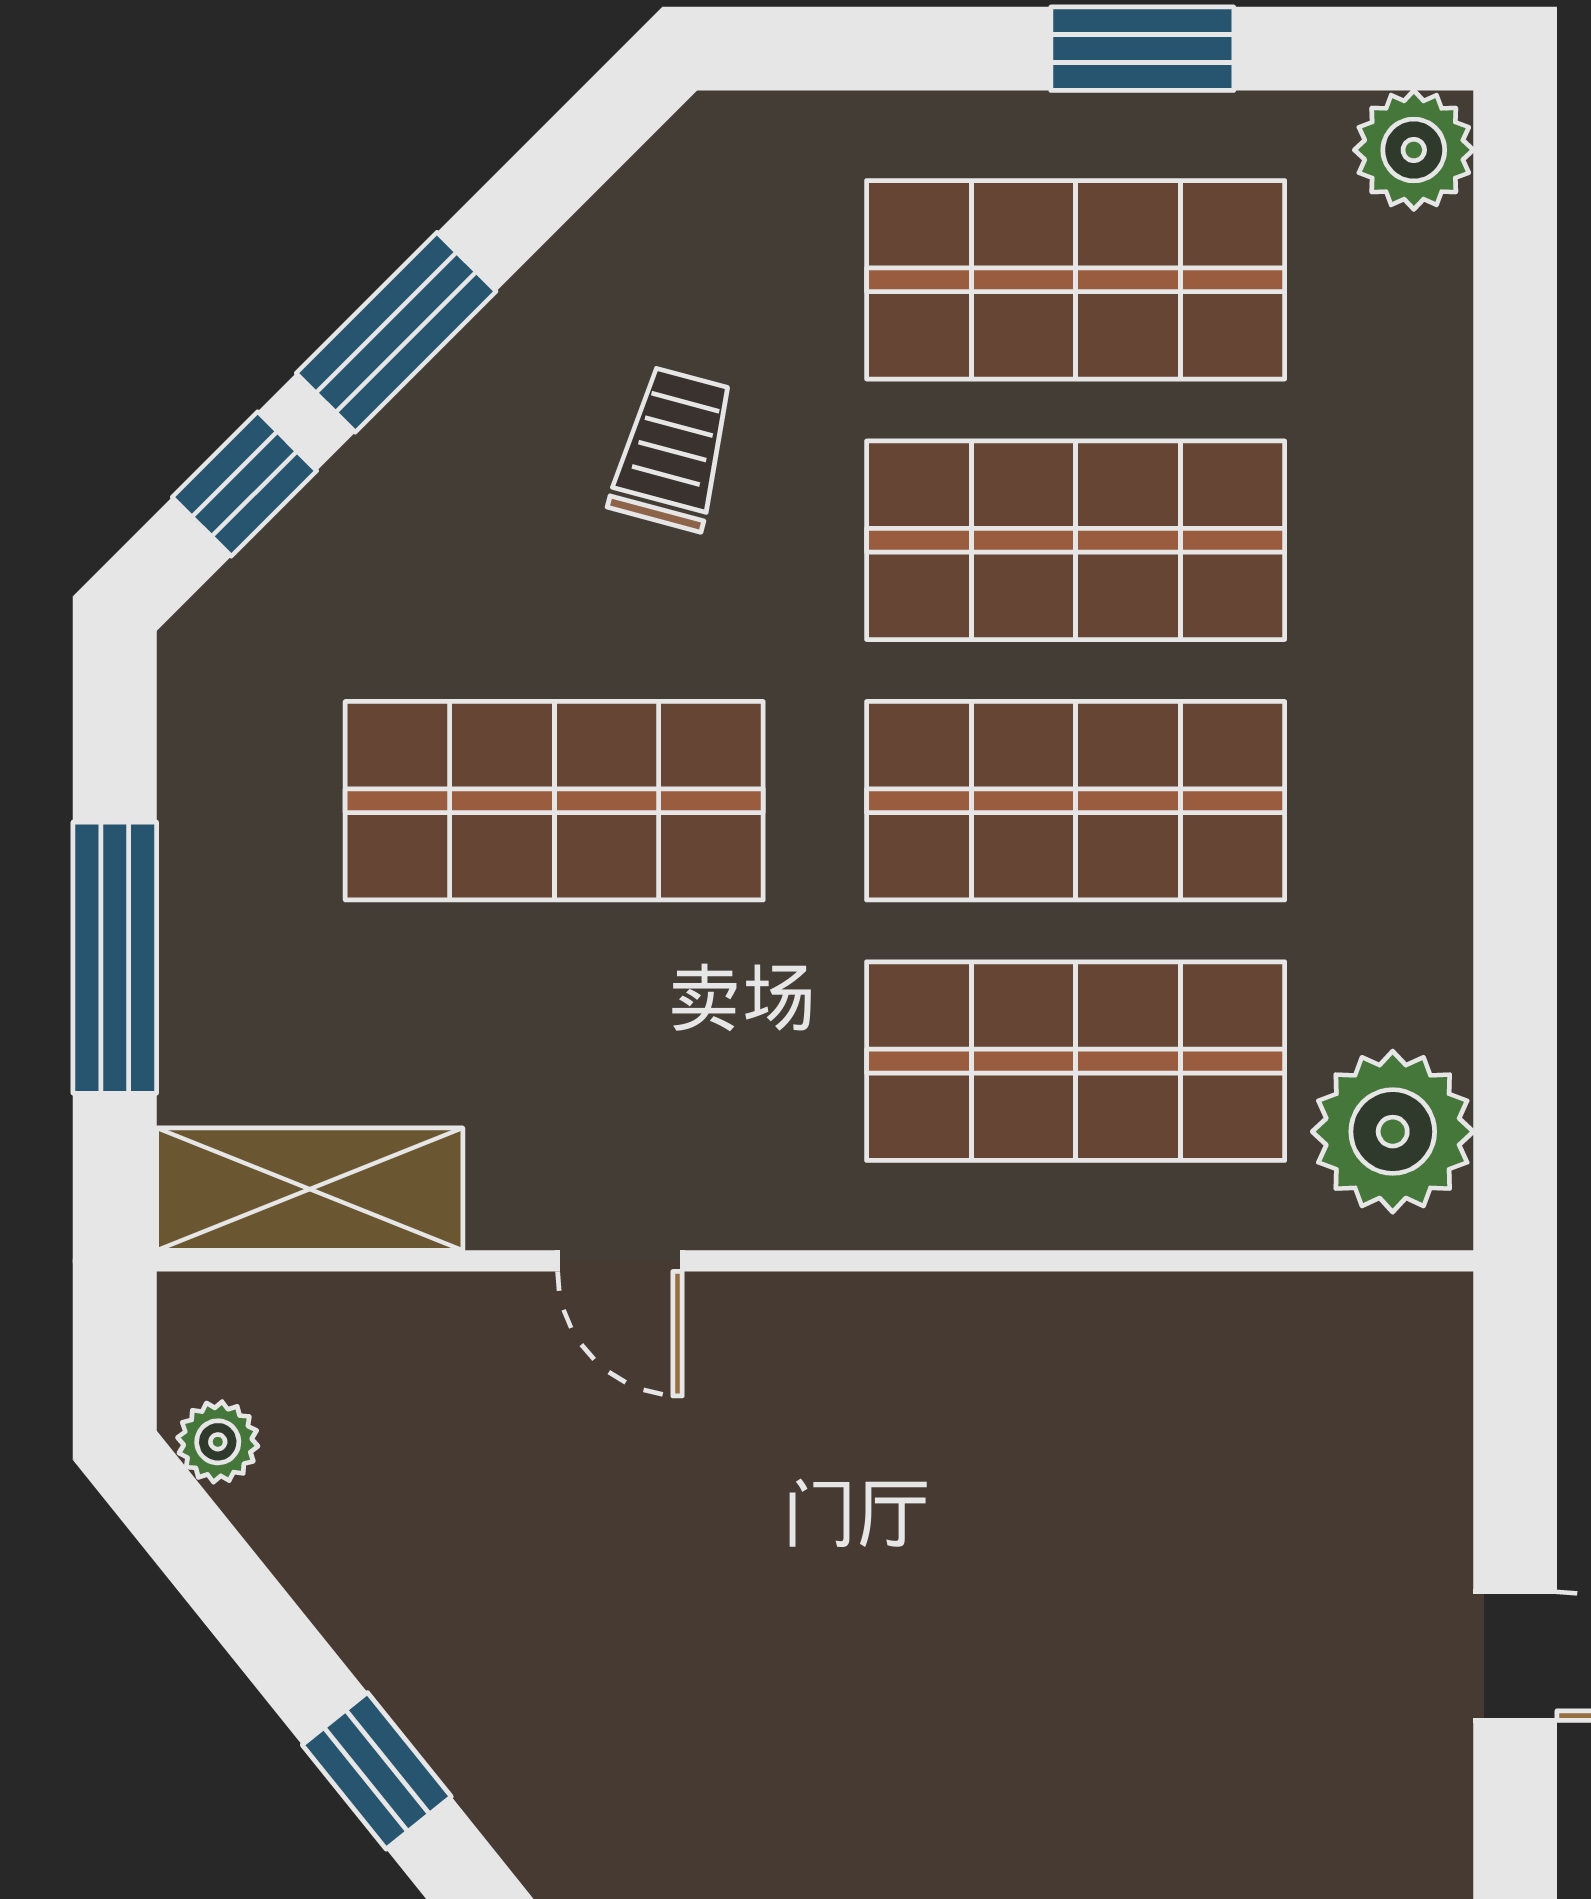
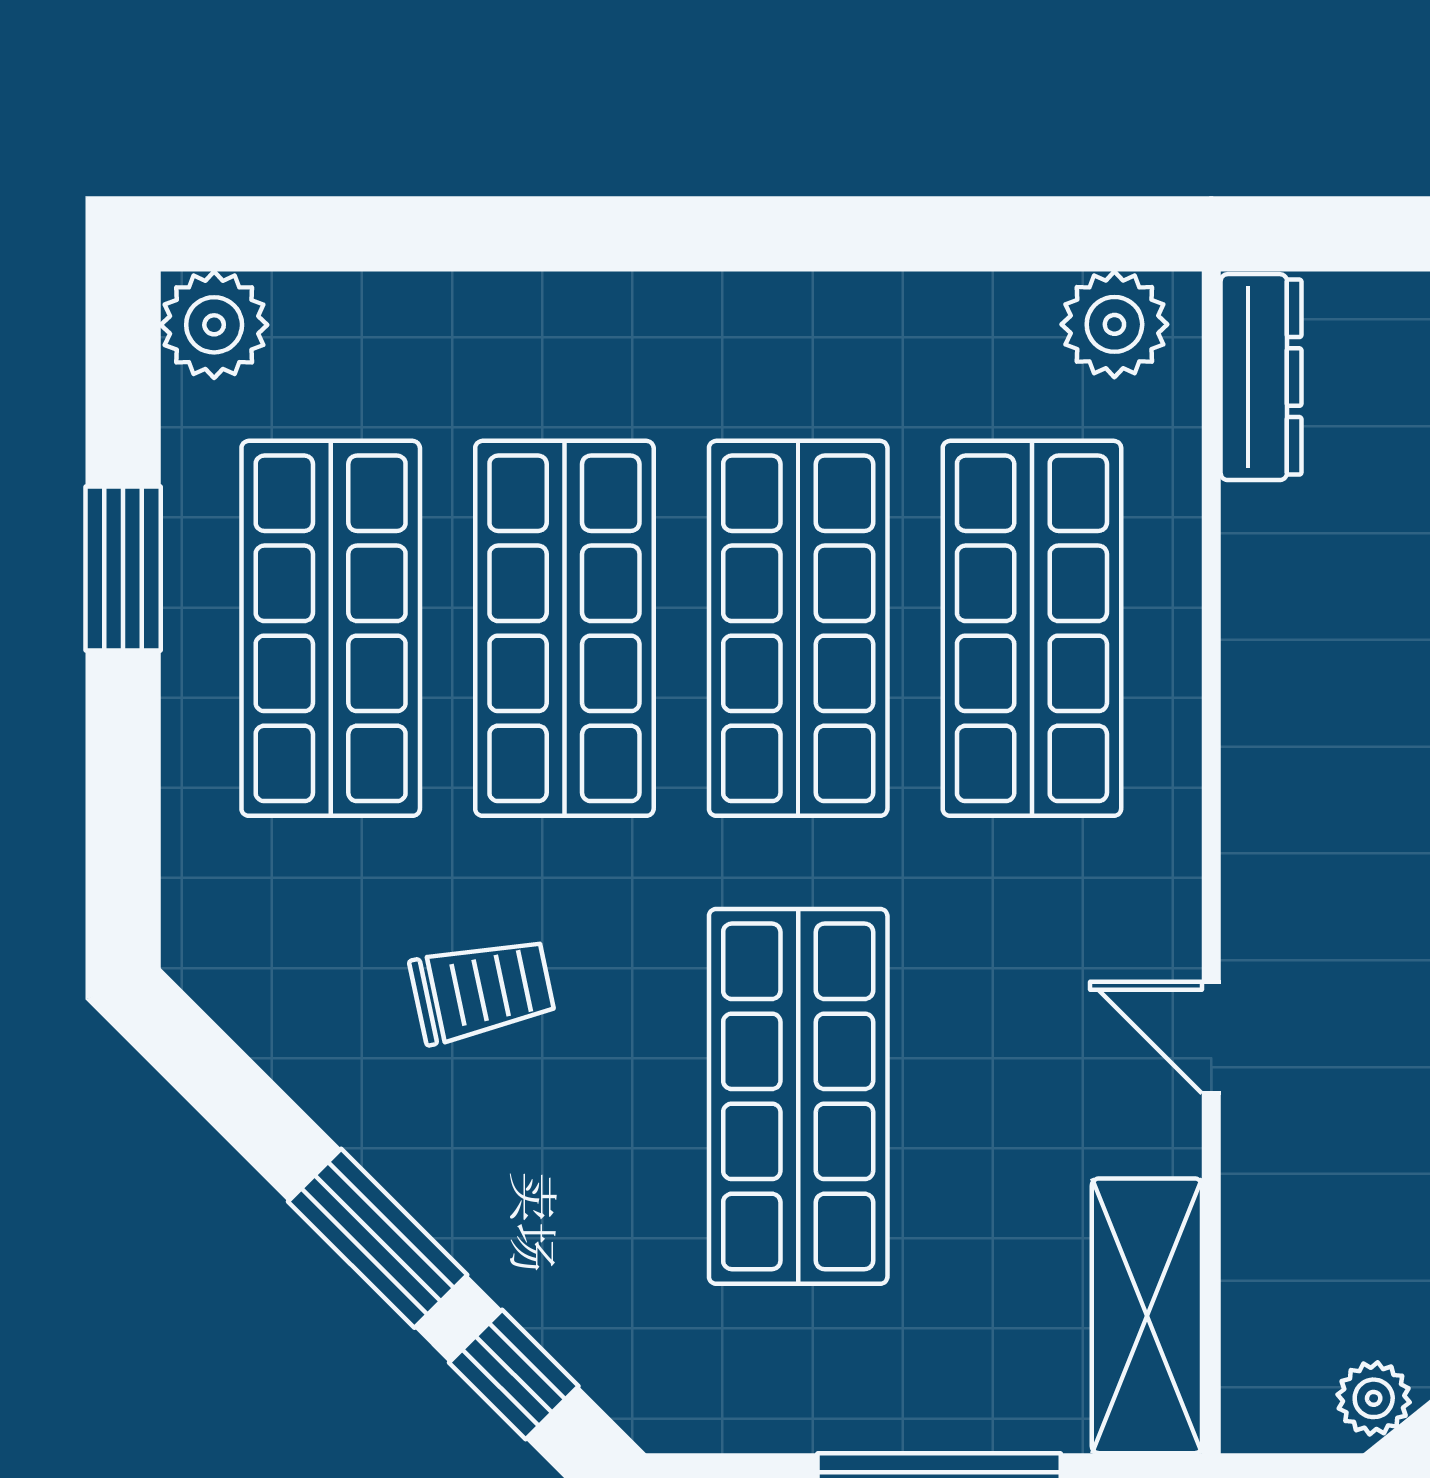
trolley: (673, 449) -> (482, 990), turned 153
plant: (1393, 1132) -> (1114, 324), width x0.73, depth x0.73
door: (620, 1261) -> (1211, 1037), swing flipped
dresser: (1356, 1316) -> (1261, 377), added

